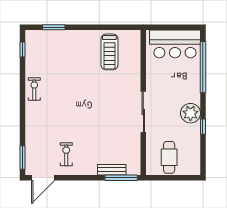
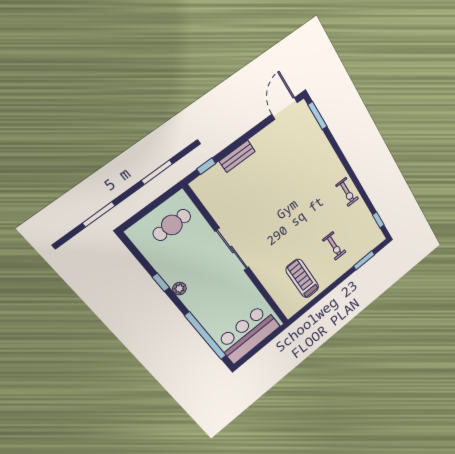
plant: (190, 113) -> (179, 289), width x0.53, depth x0.53
exercise bike: (66, 154) -> (334, 246), moved
cafe table: (169, 157) -> (172, 225), turned 90
bench: (112, 170) -> (237, 156), moved
window: (121, 178) -> (206, 166), width x0.46

